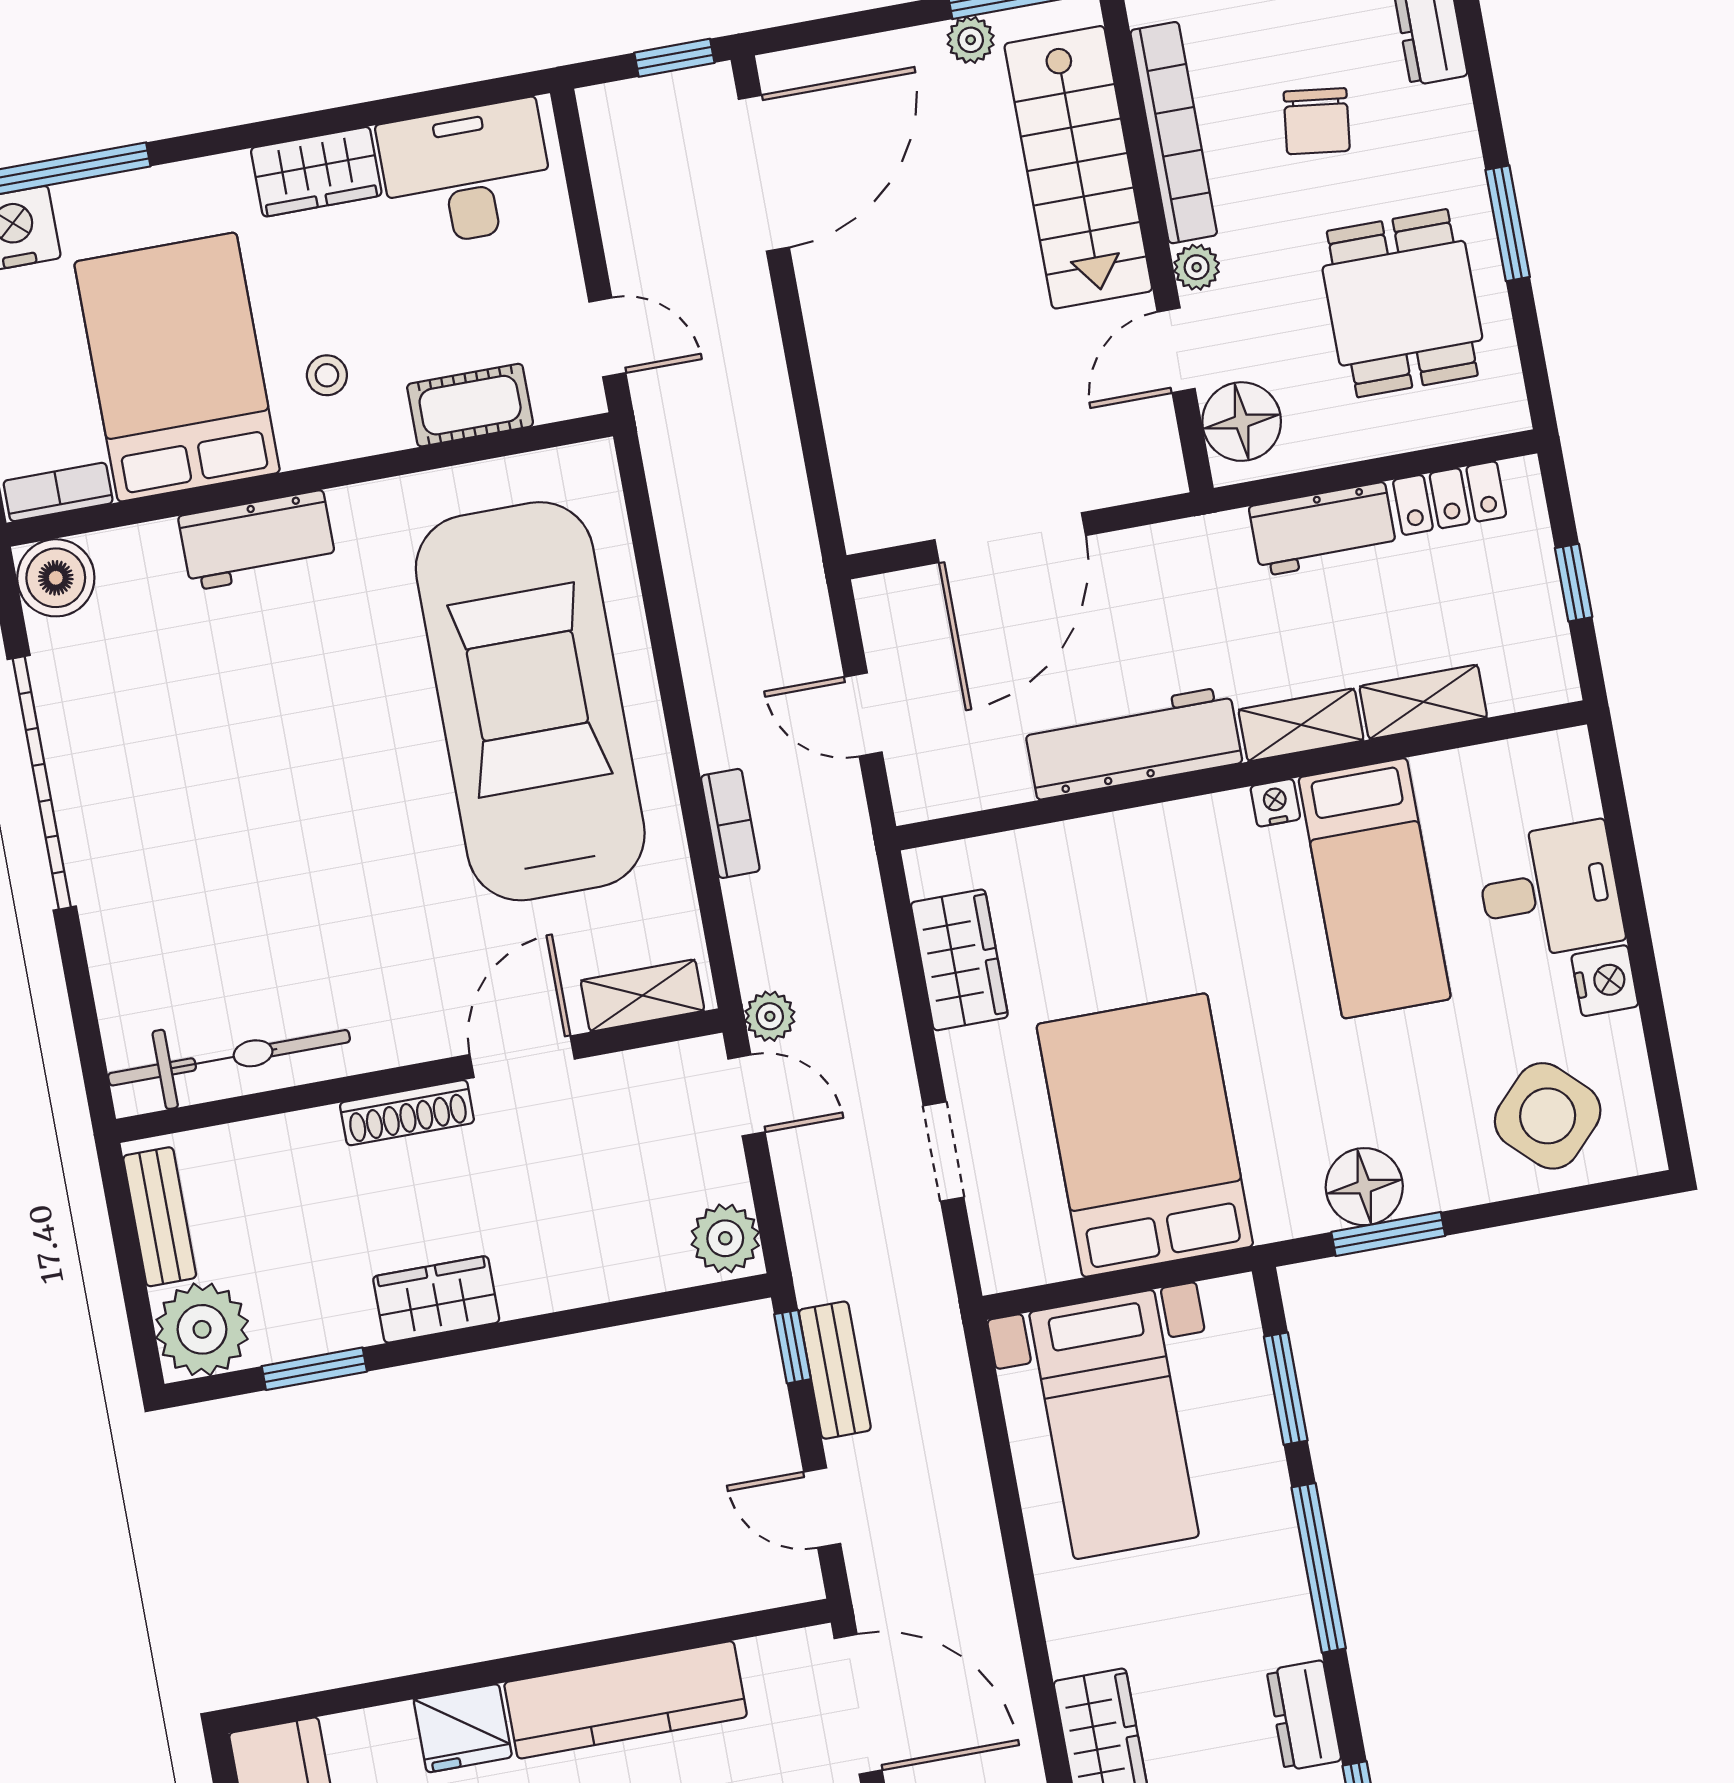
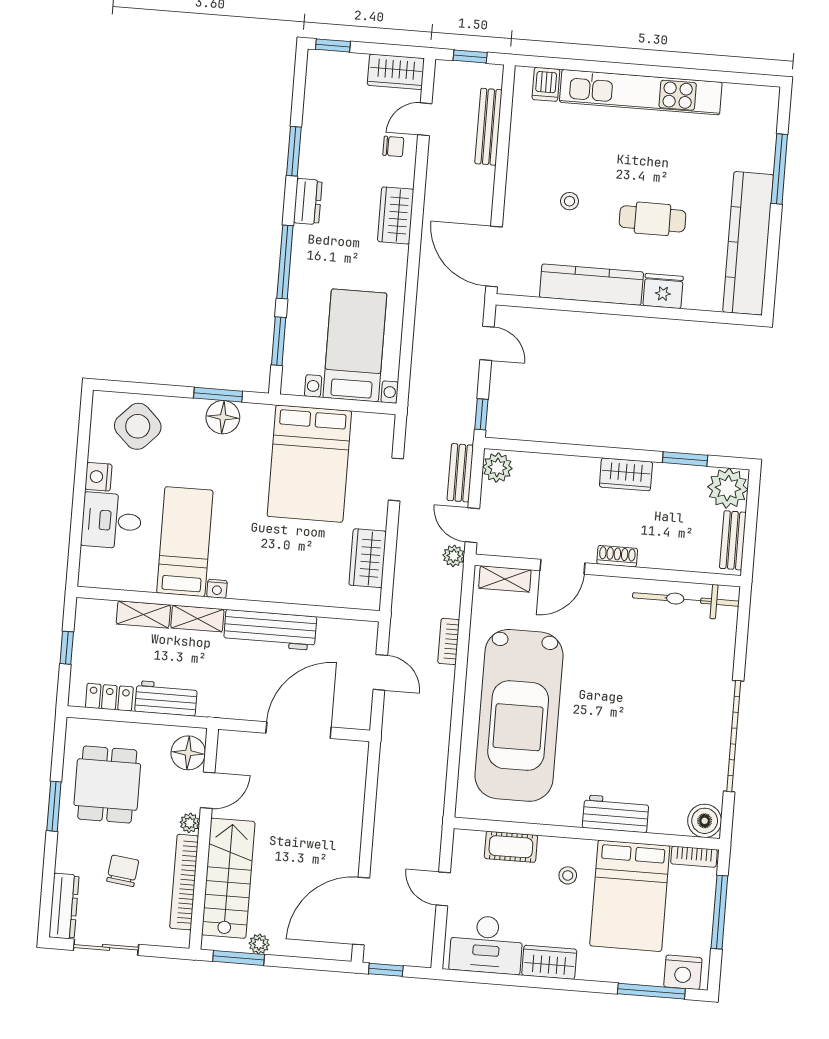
door: (607, 337) -> (443, 889), moved
shoe rack: (407, 1113) -> (617, 556), width x0.70
bench: (835, 1370) -> (460, 473), moved

